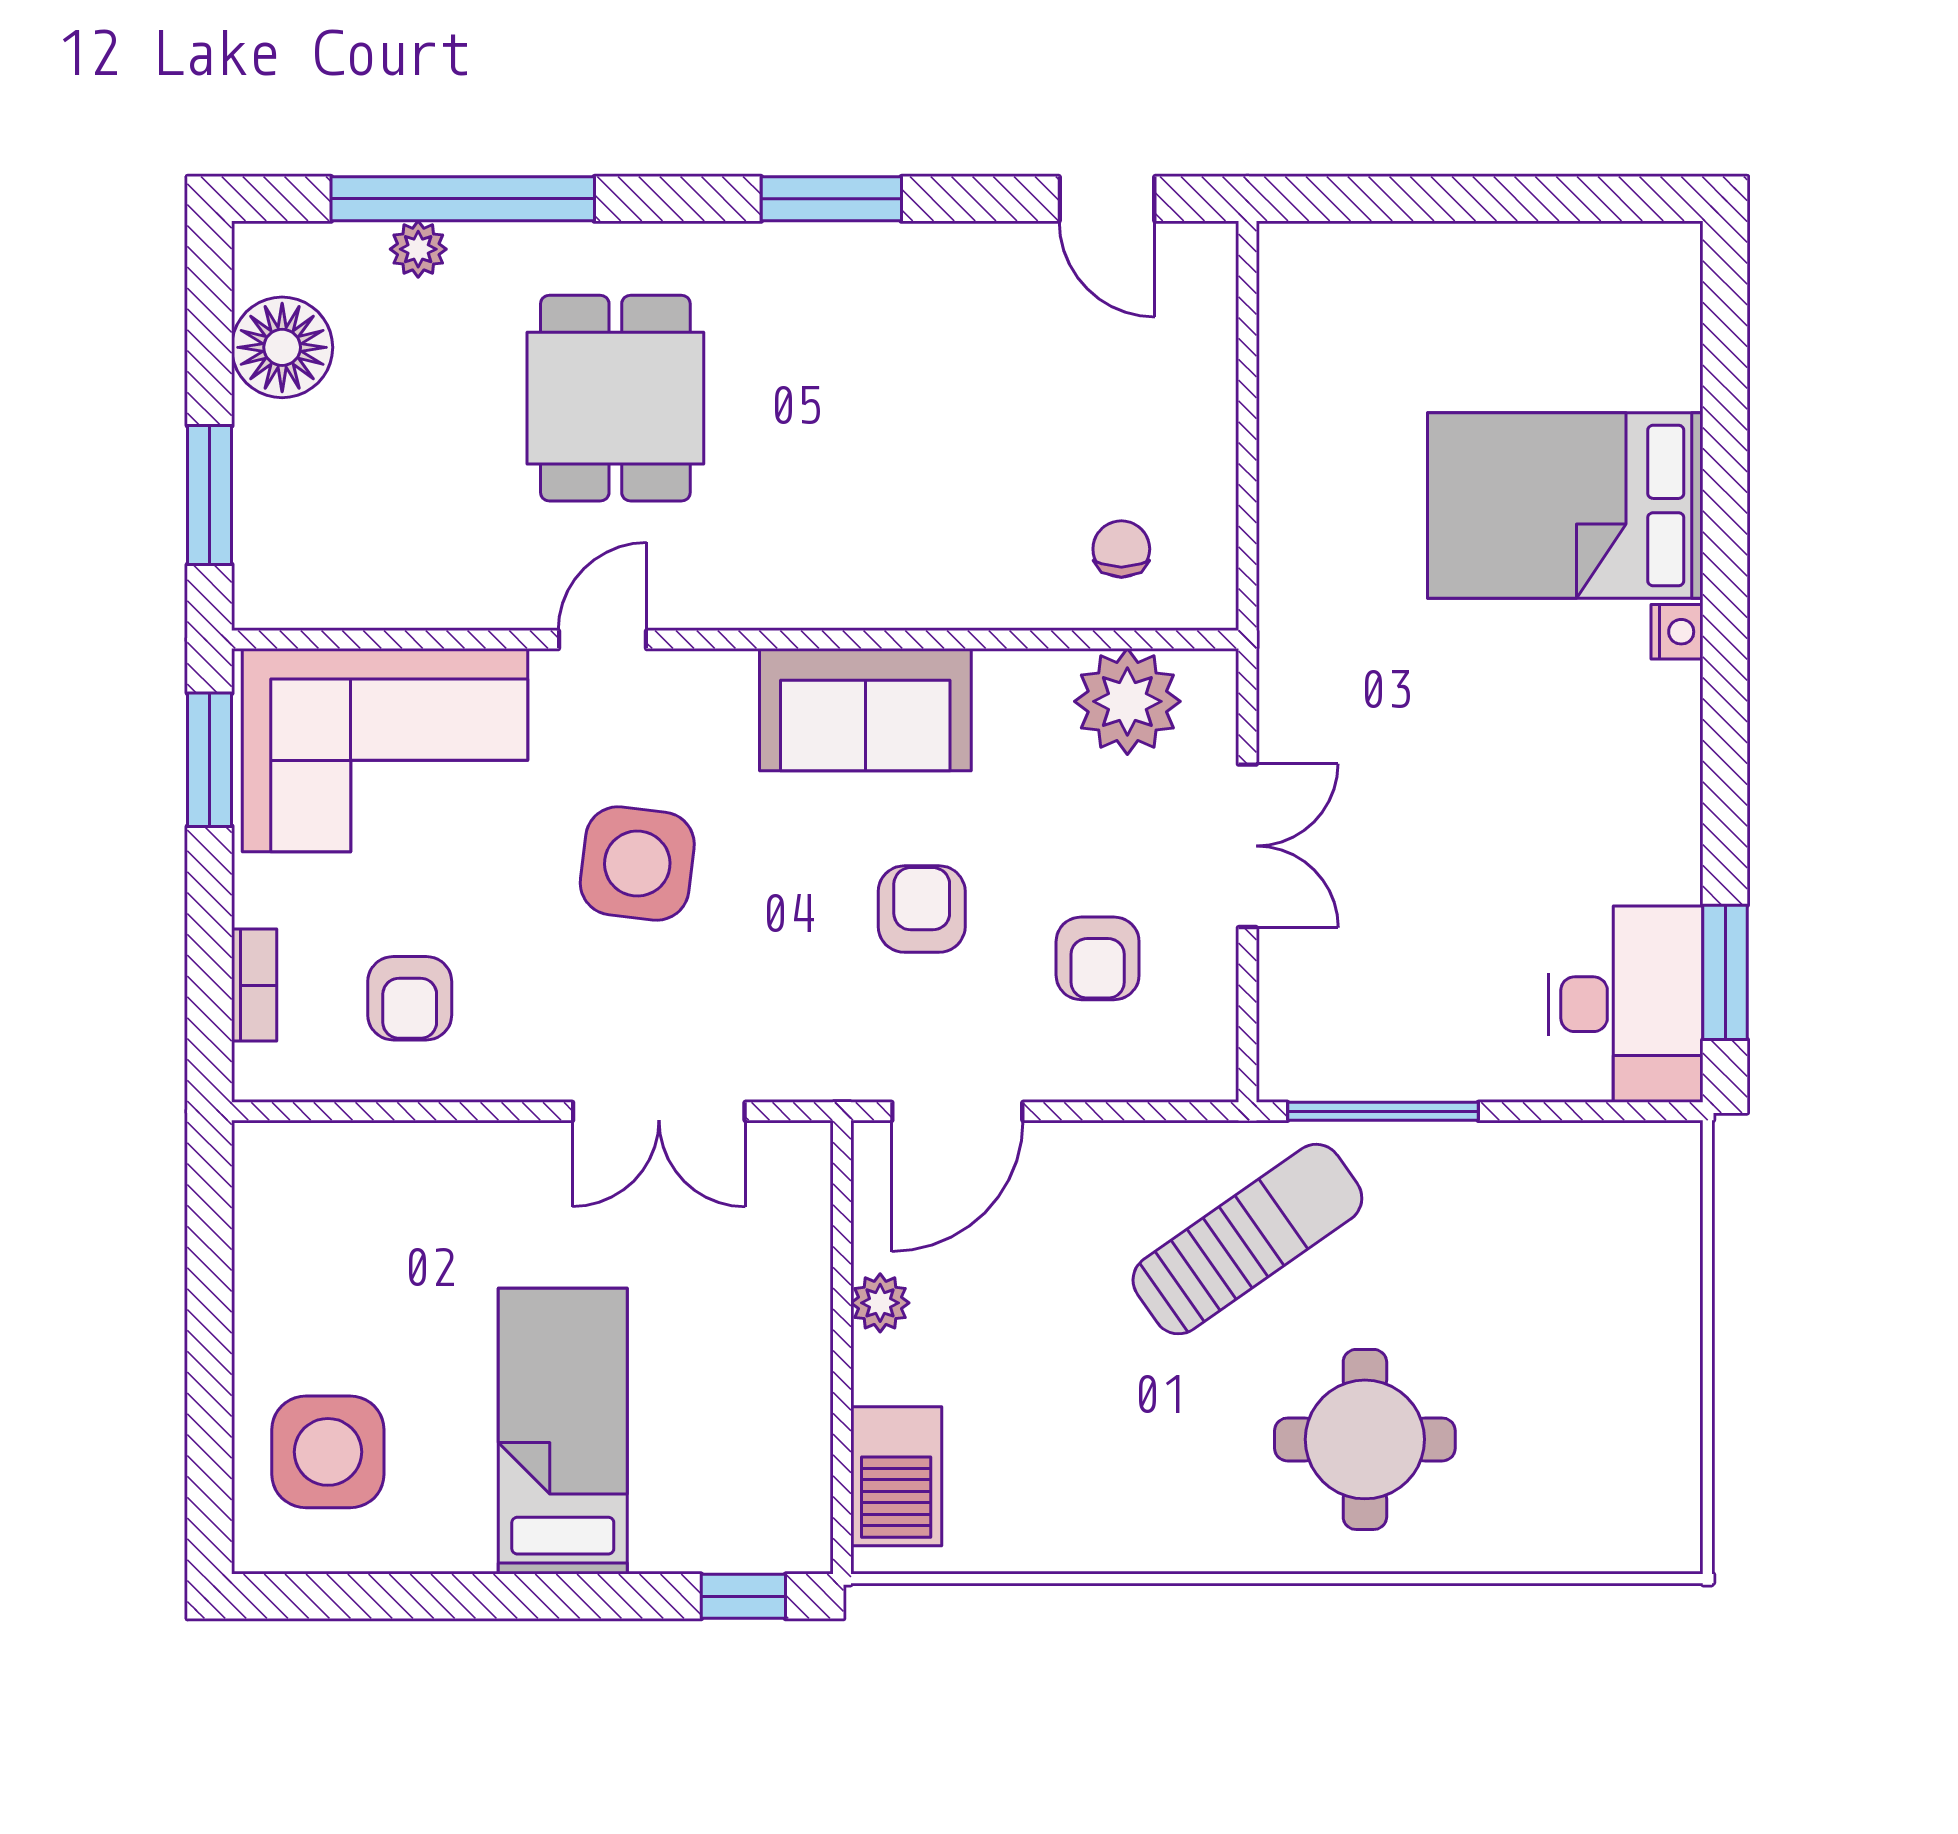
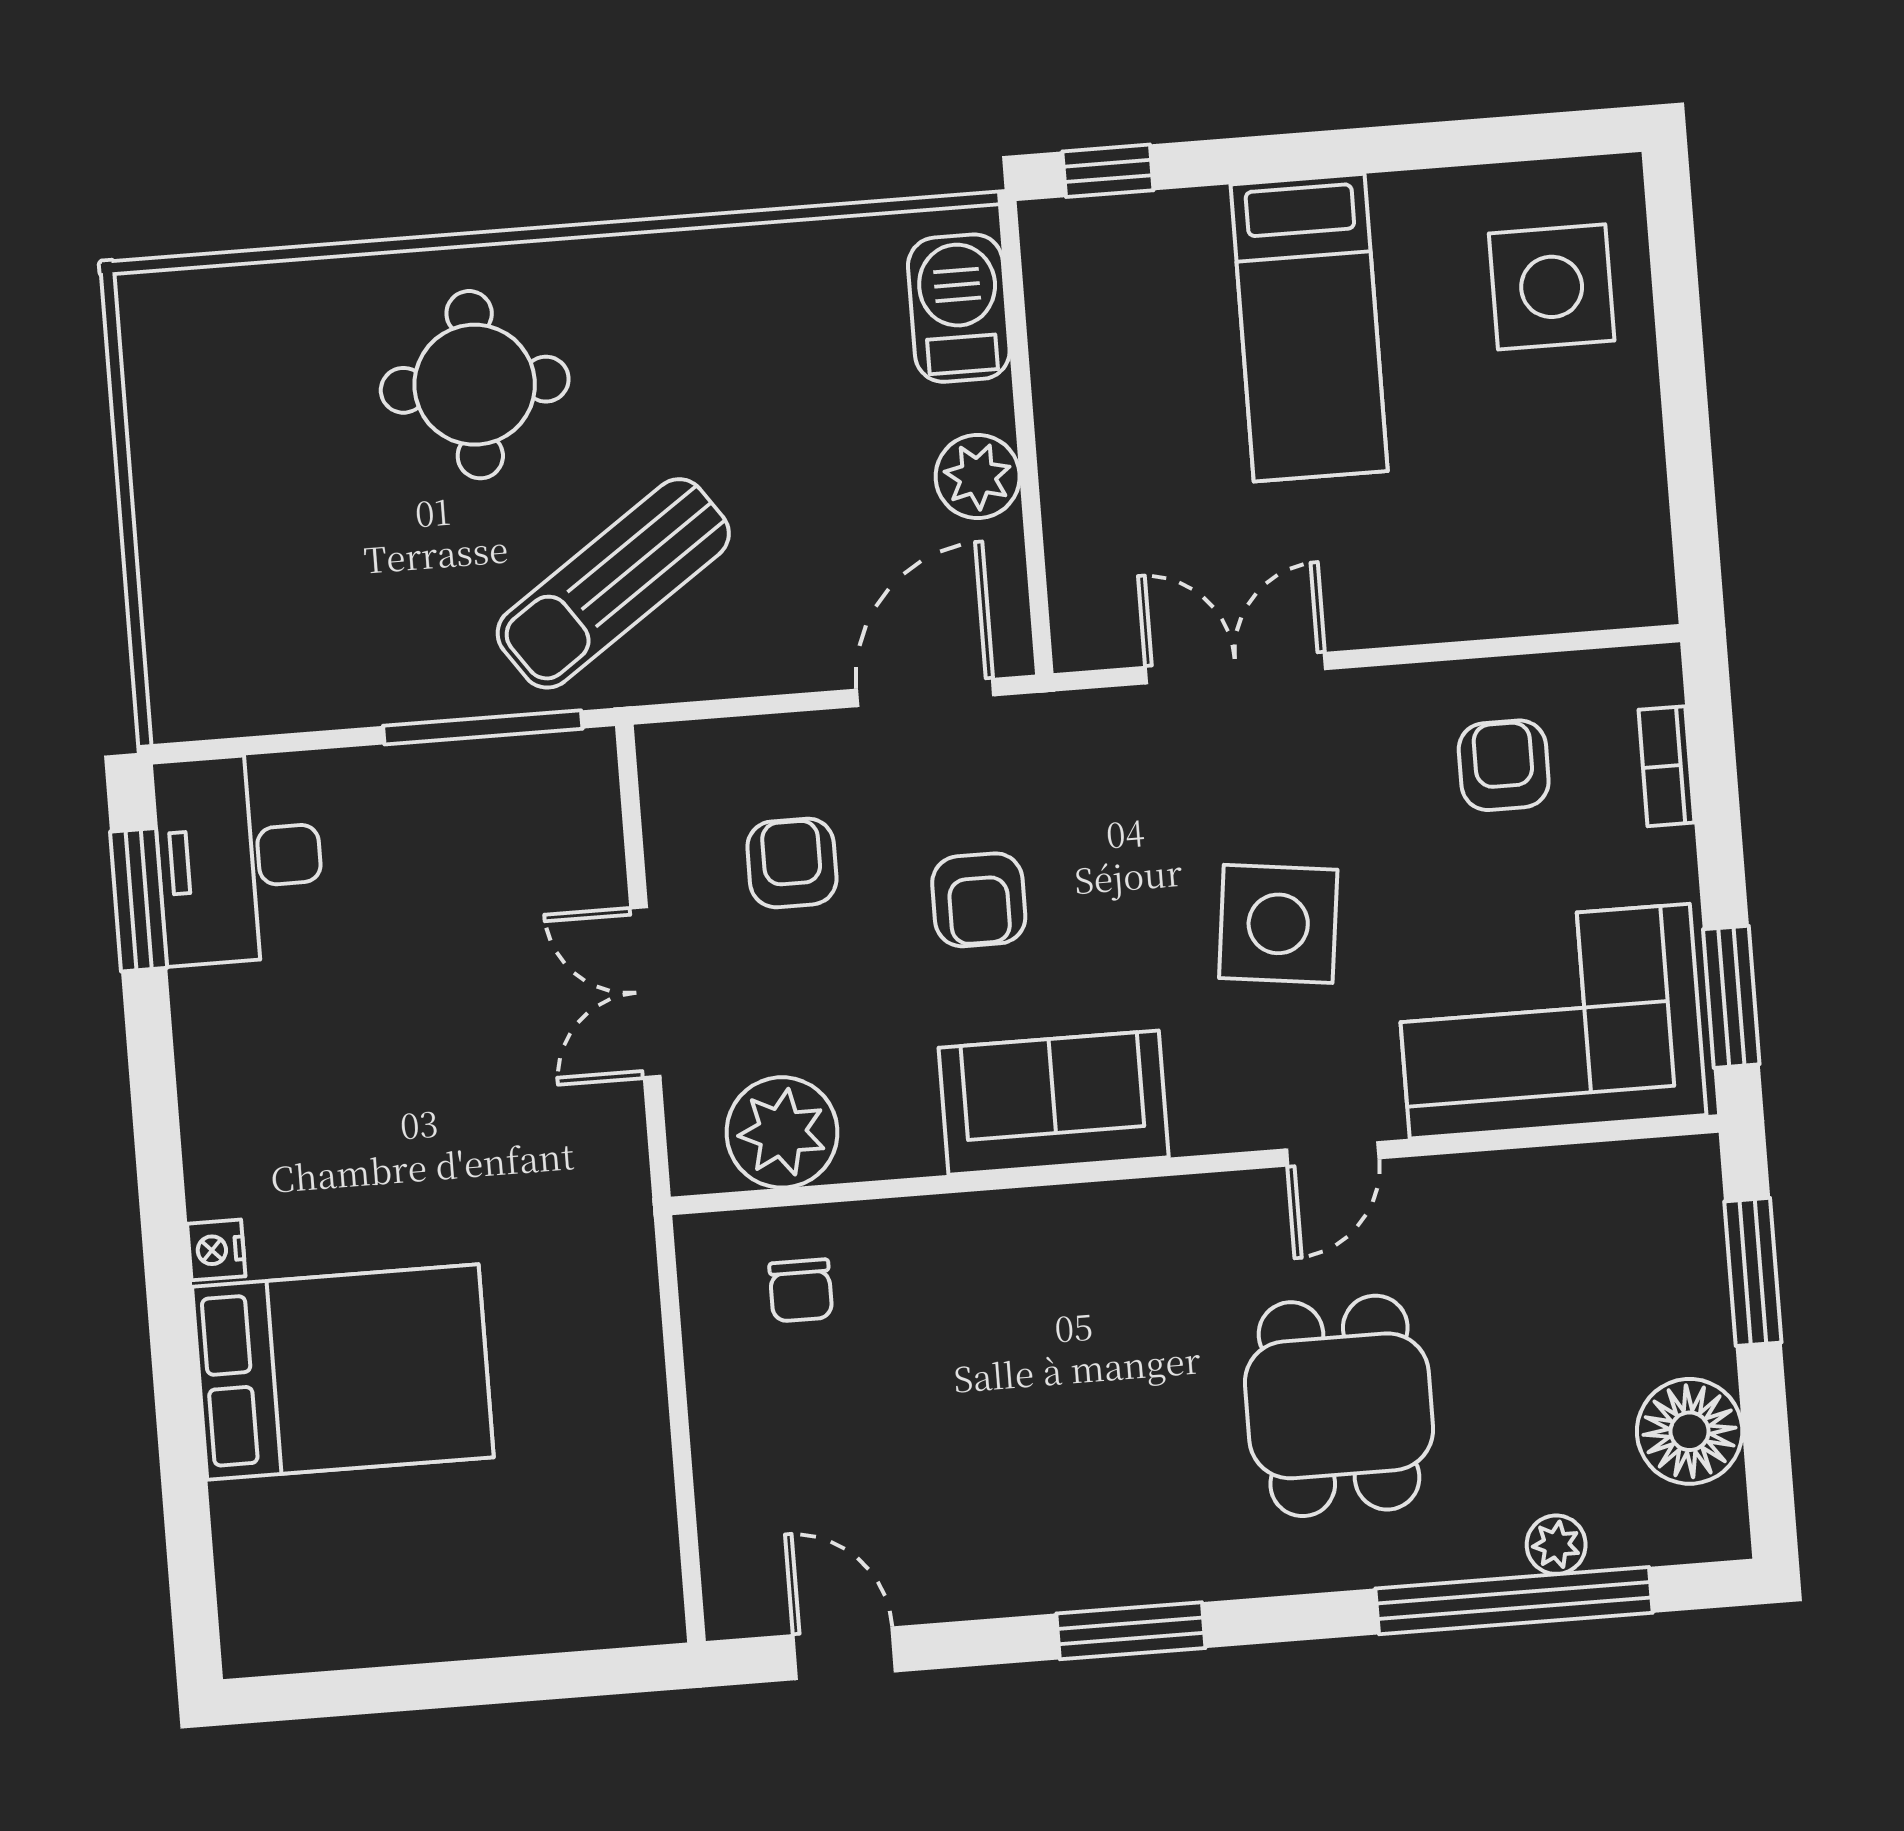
plant: (880, 1303) -> (978, 477), width x1.38, depth x1.38

